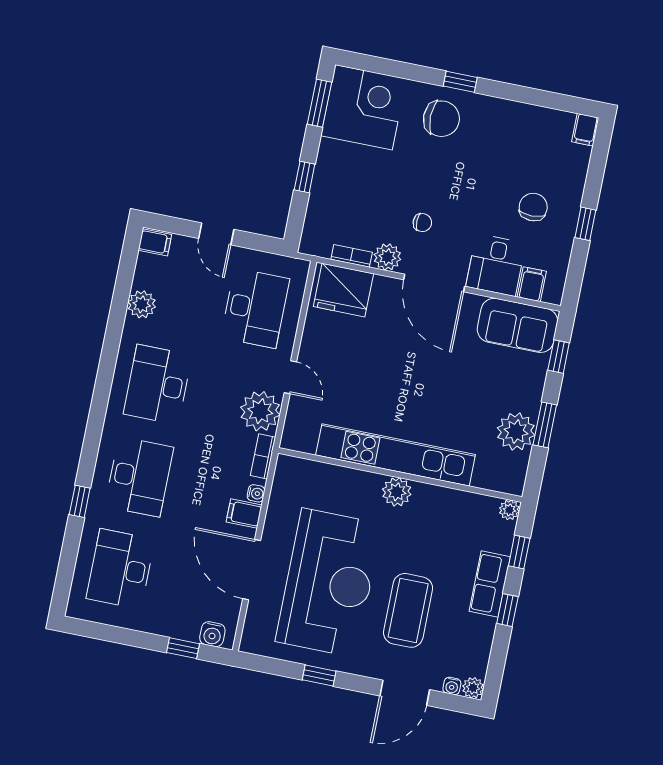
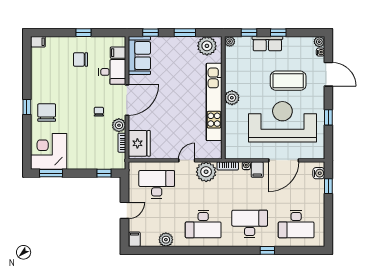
window: (305, 177) -> (104, 173), moved
plant: (516, 432) -> (207, 46), moved

